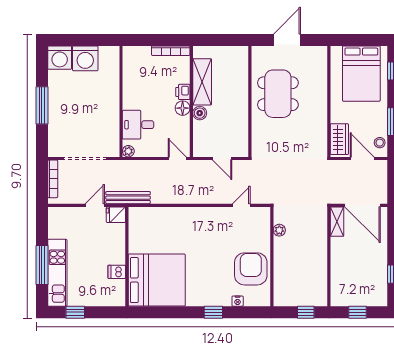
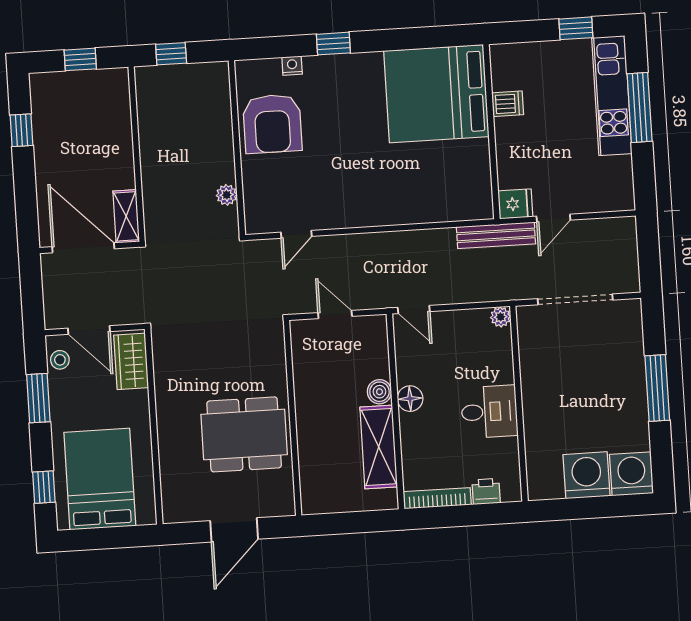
printer: (183, 92) -> (486, 491), moved, turned -90
dining table: (278, 94) -> (244, 434), turned 90
desk: (138, 125) -> (489, 412), moved
bookcase: (53, 179) -> (630, 260), removed

